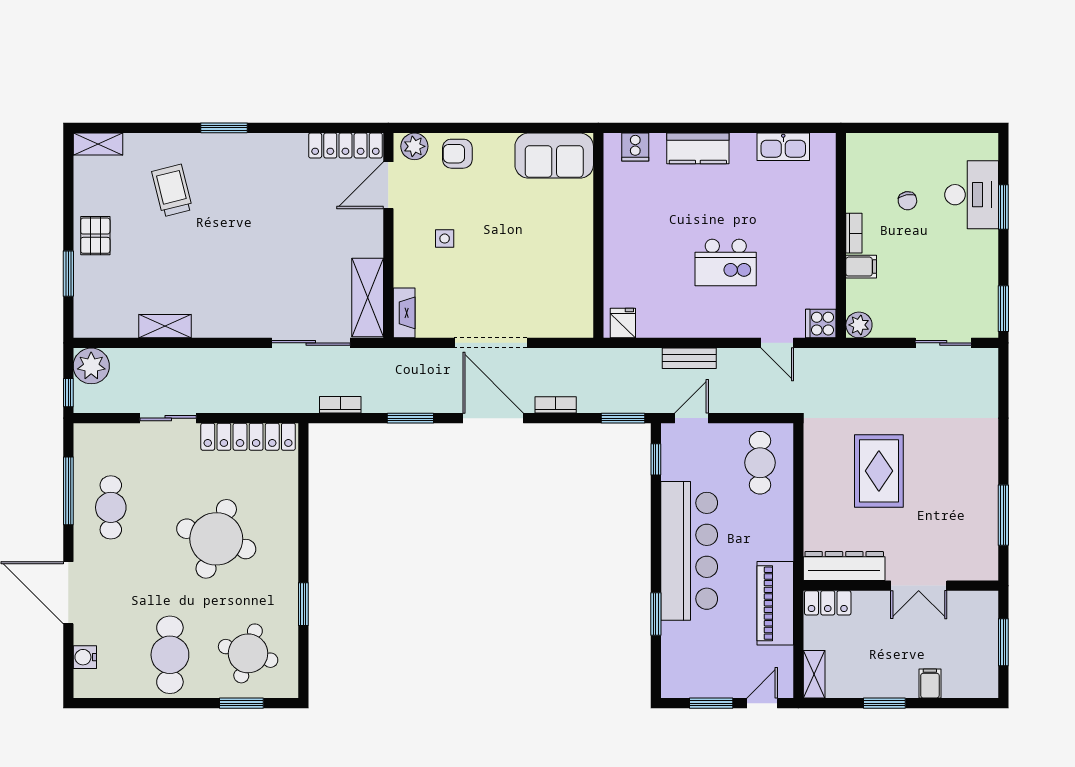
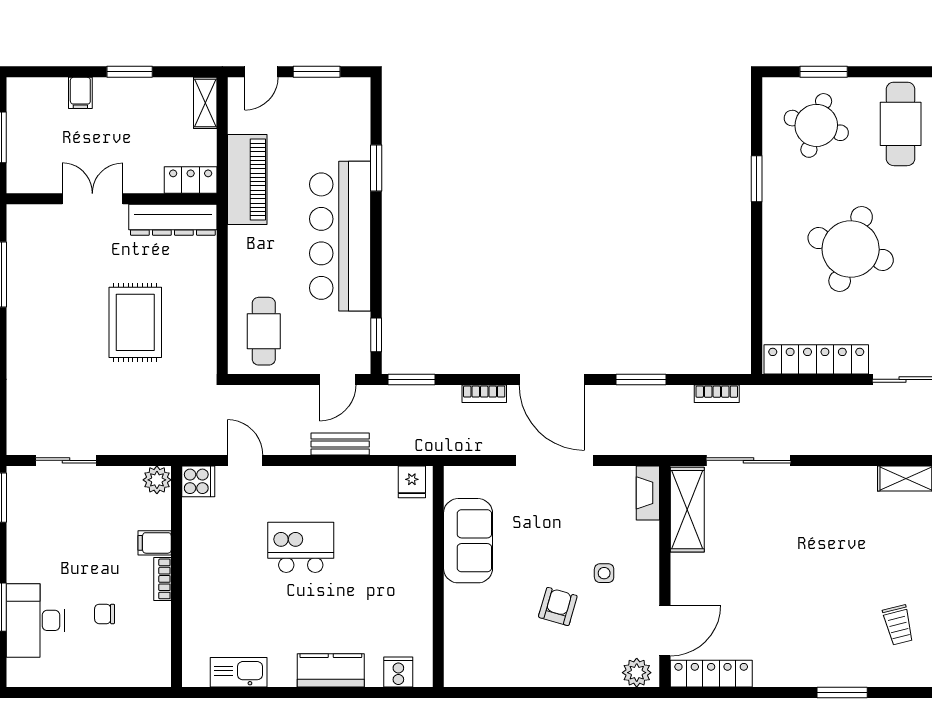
armchair: (457, 154) -> (558, 606), moved, turned -74
sofa: (554, 156) -> (468, 541), moved, turned 90
trolley: (172, 191) -> (898, 625), width x0.73, depth x0.72
chair: (907, 201) -> (105, 614), turned -80

